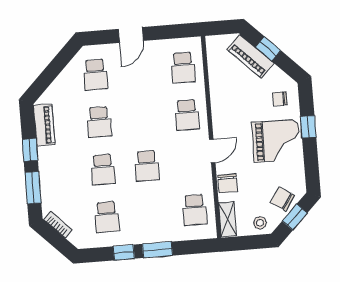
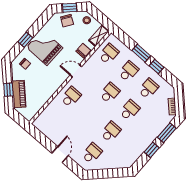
door: (131, 35) -> (60, 155), hinge flipped
school desk: (183, 68) -> (129, 71), moved
piano: (44, 125) -> (135, 154), removed

